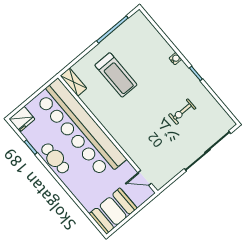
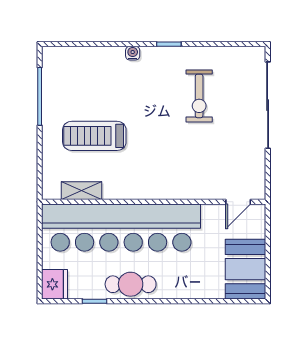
treadmill: (116, 75) -> (94, 136), turned 180
shelving: (74, 82) -> (81, 191), moved
exercise bike: (182, 112) -> (199, 96), width x1.38, depth x1.39

